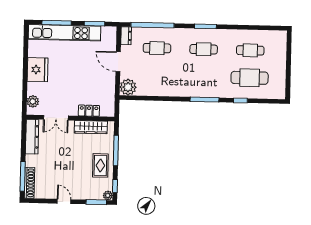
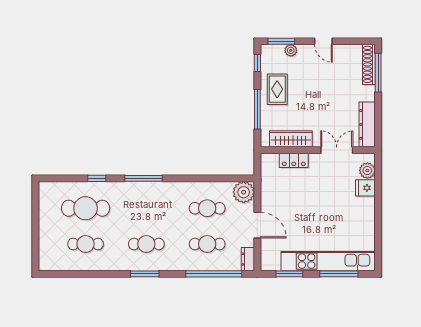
fridge: (38, 70) -> (365, 188), moved, width x0.53, depth x0.75
cafe table: (156, 76) -> (207, 208), added
plant: (108, 195) -> (291, 50), moved

